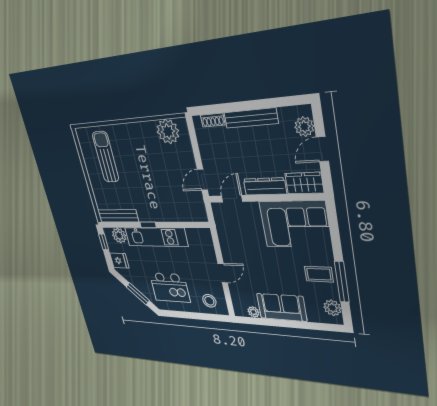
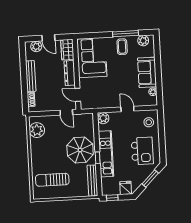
parasol: (153, 200) -> (80, 150), added
plant: (119, 235) -> (103, 118), moved

